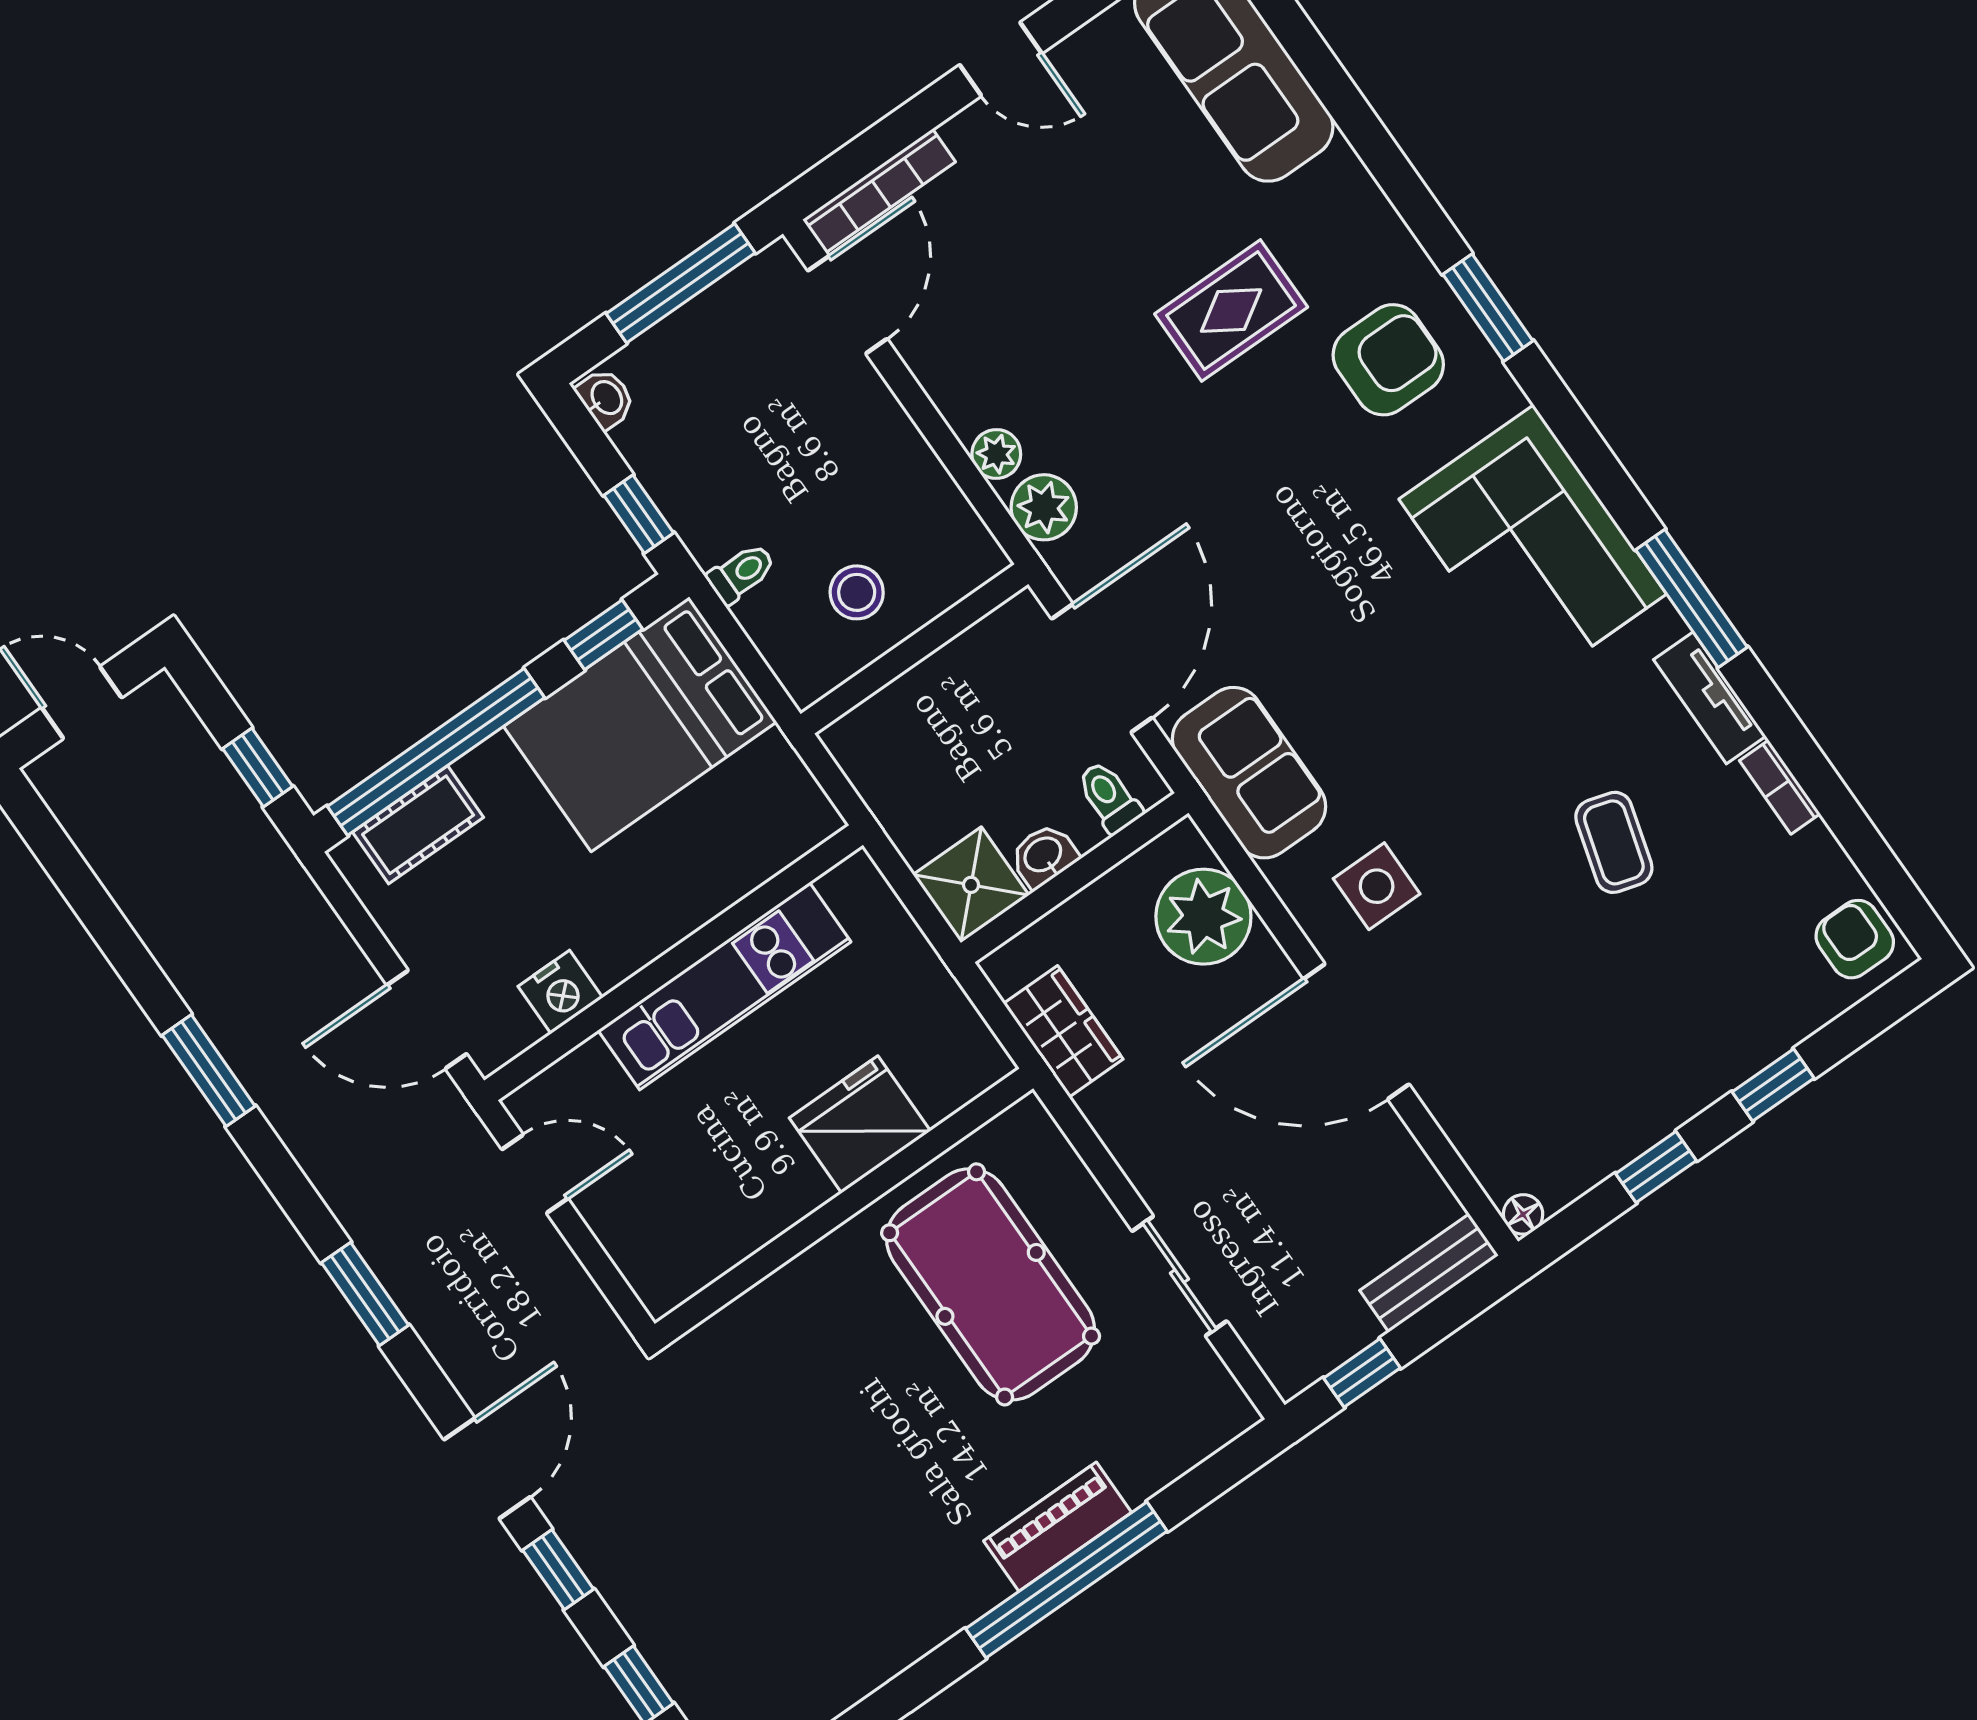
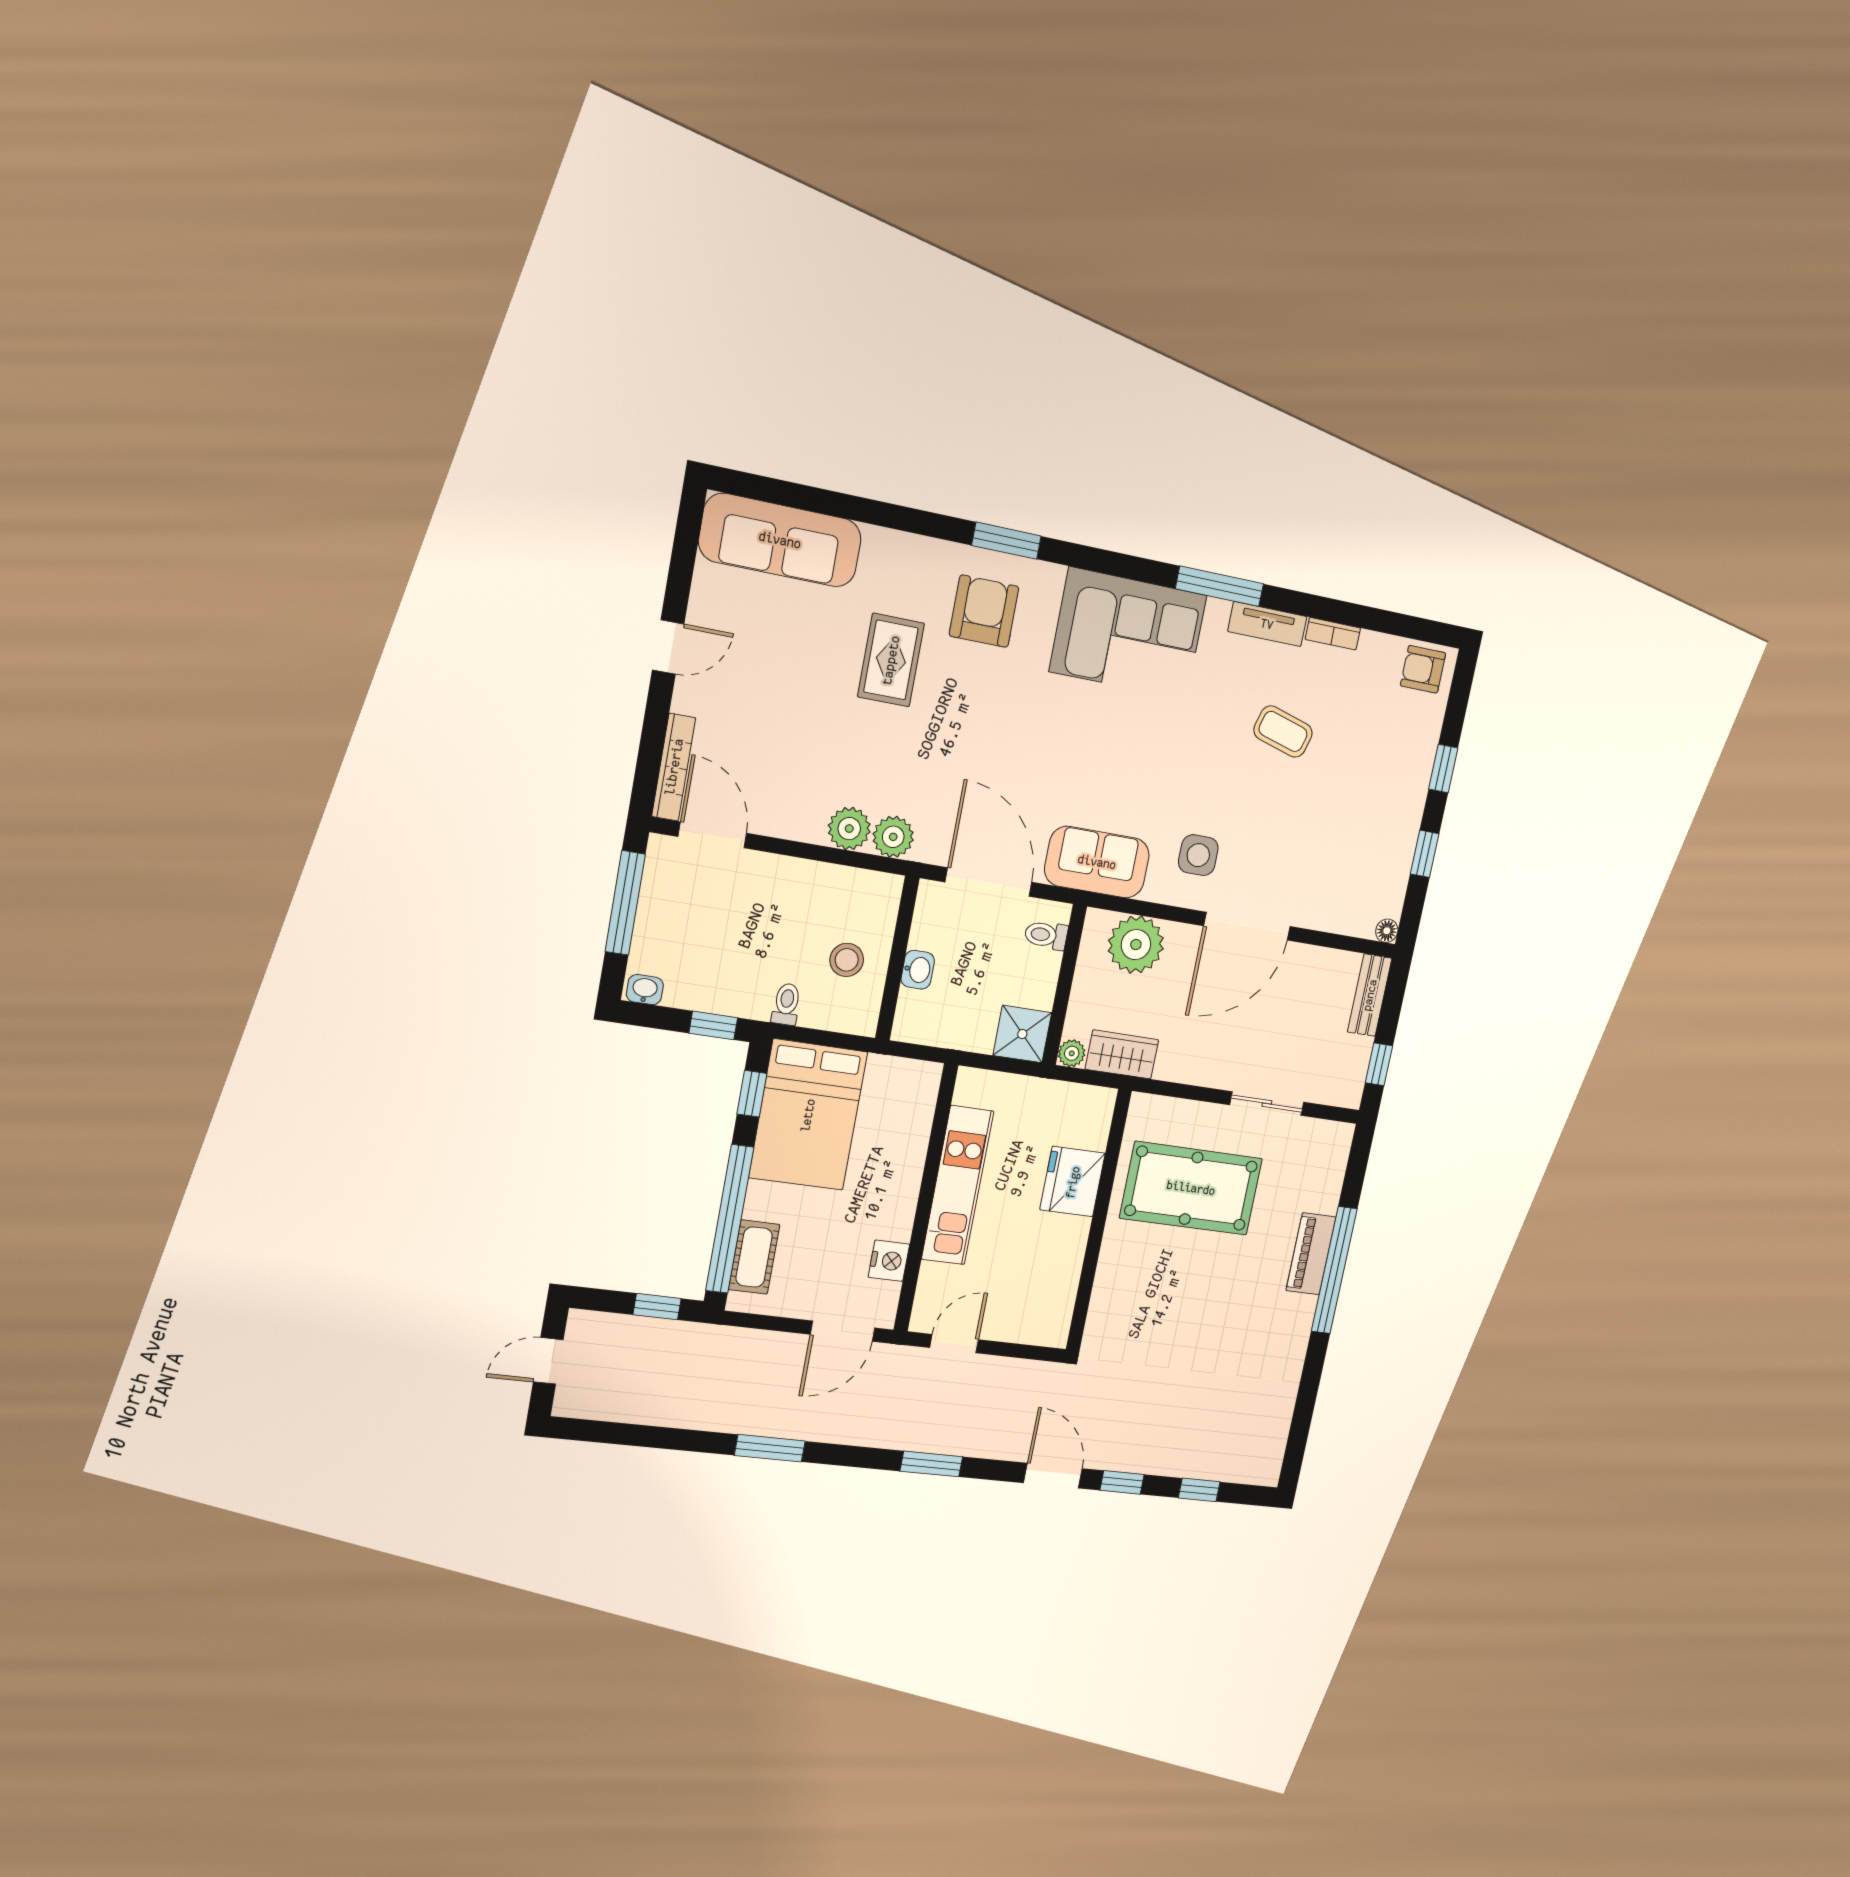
plant: (996, 454) -> (849, 829), width x1.38, depth x1.38
washbasin: (1044, 856) -> (918, 970), moved, turned 180
plant: (1006, 968) -> (1072, 1053), added

